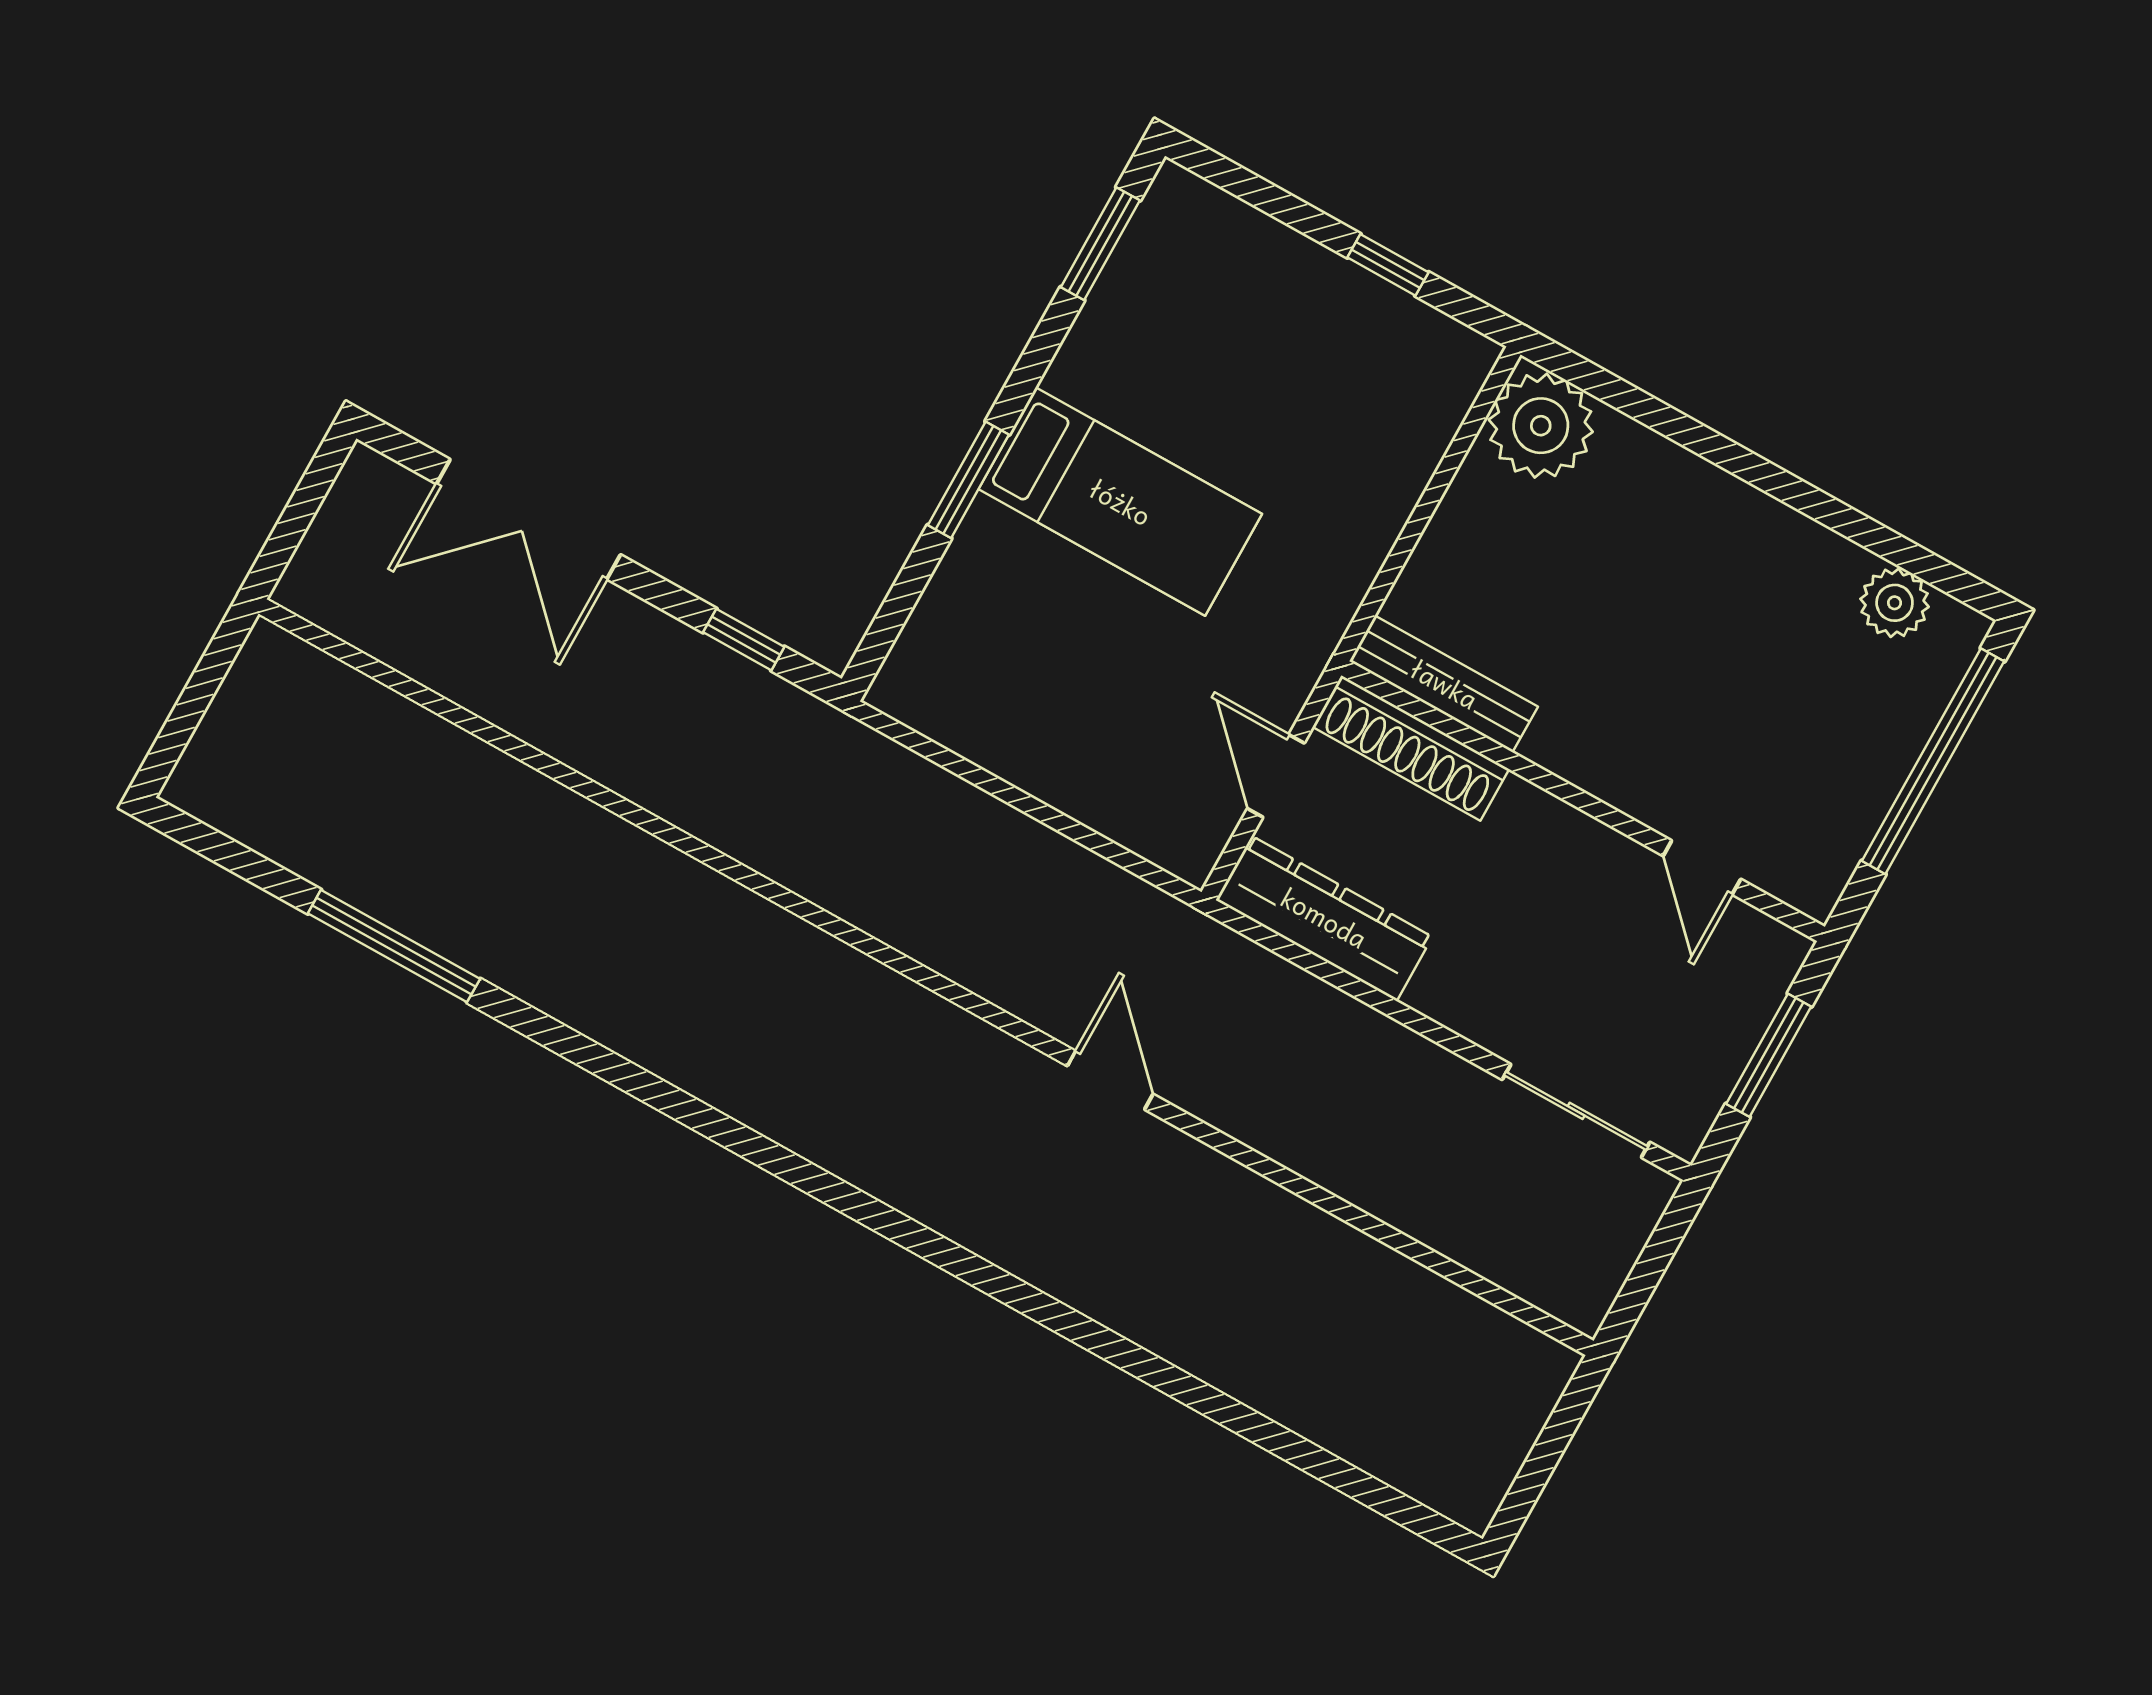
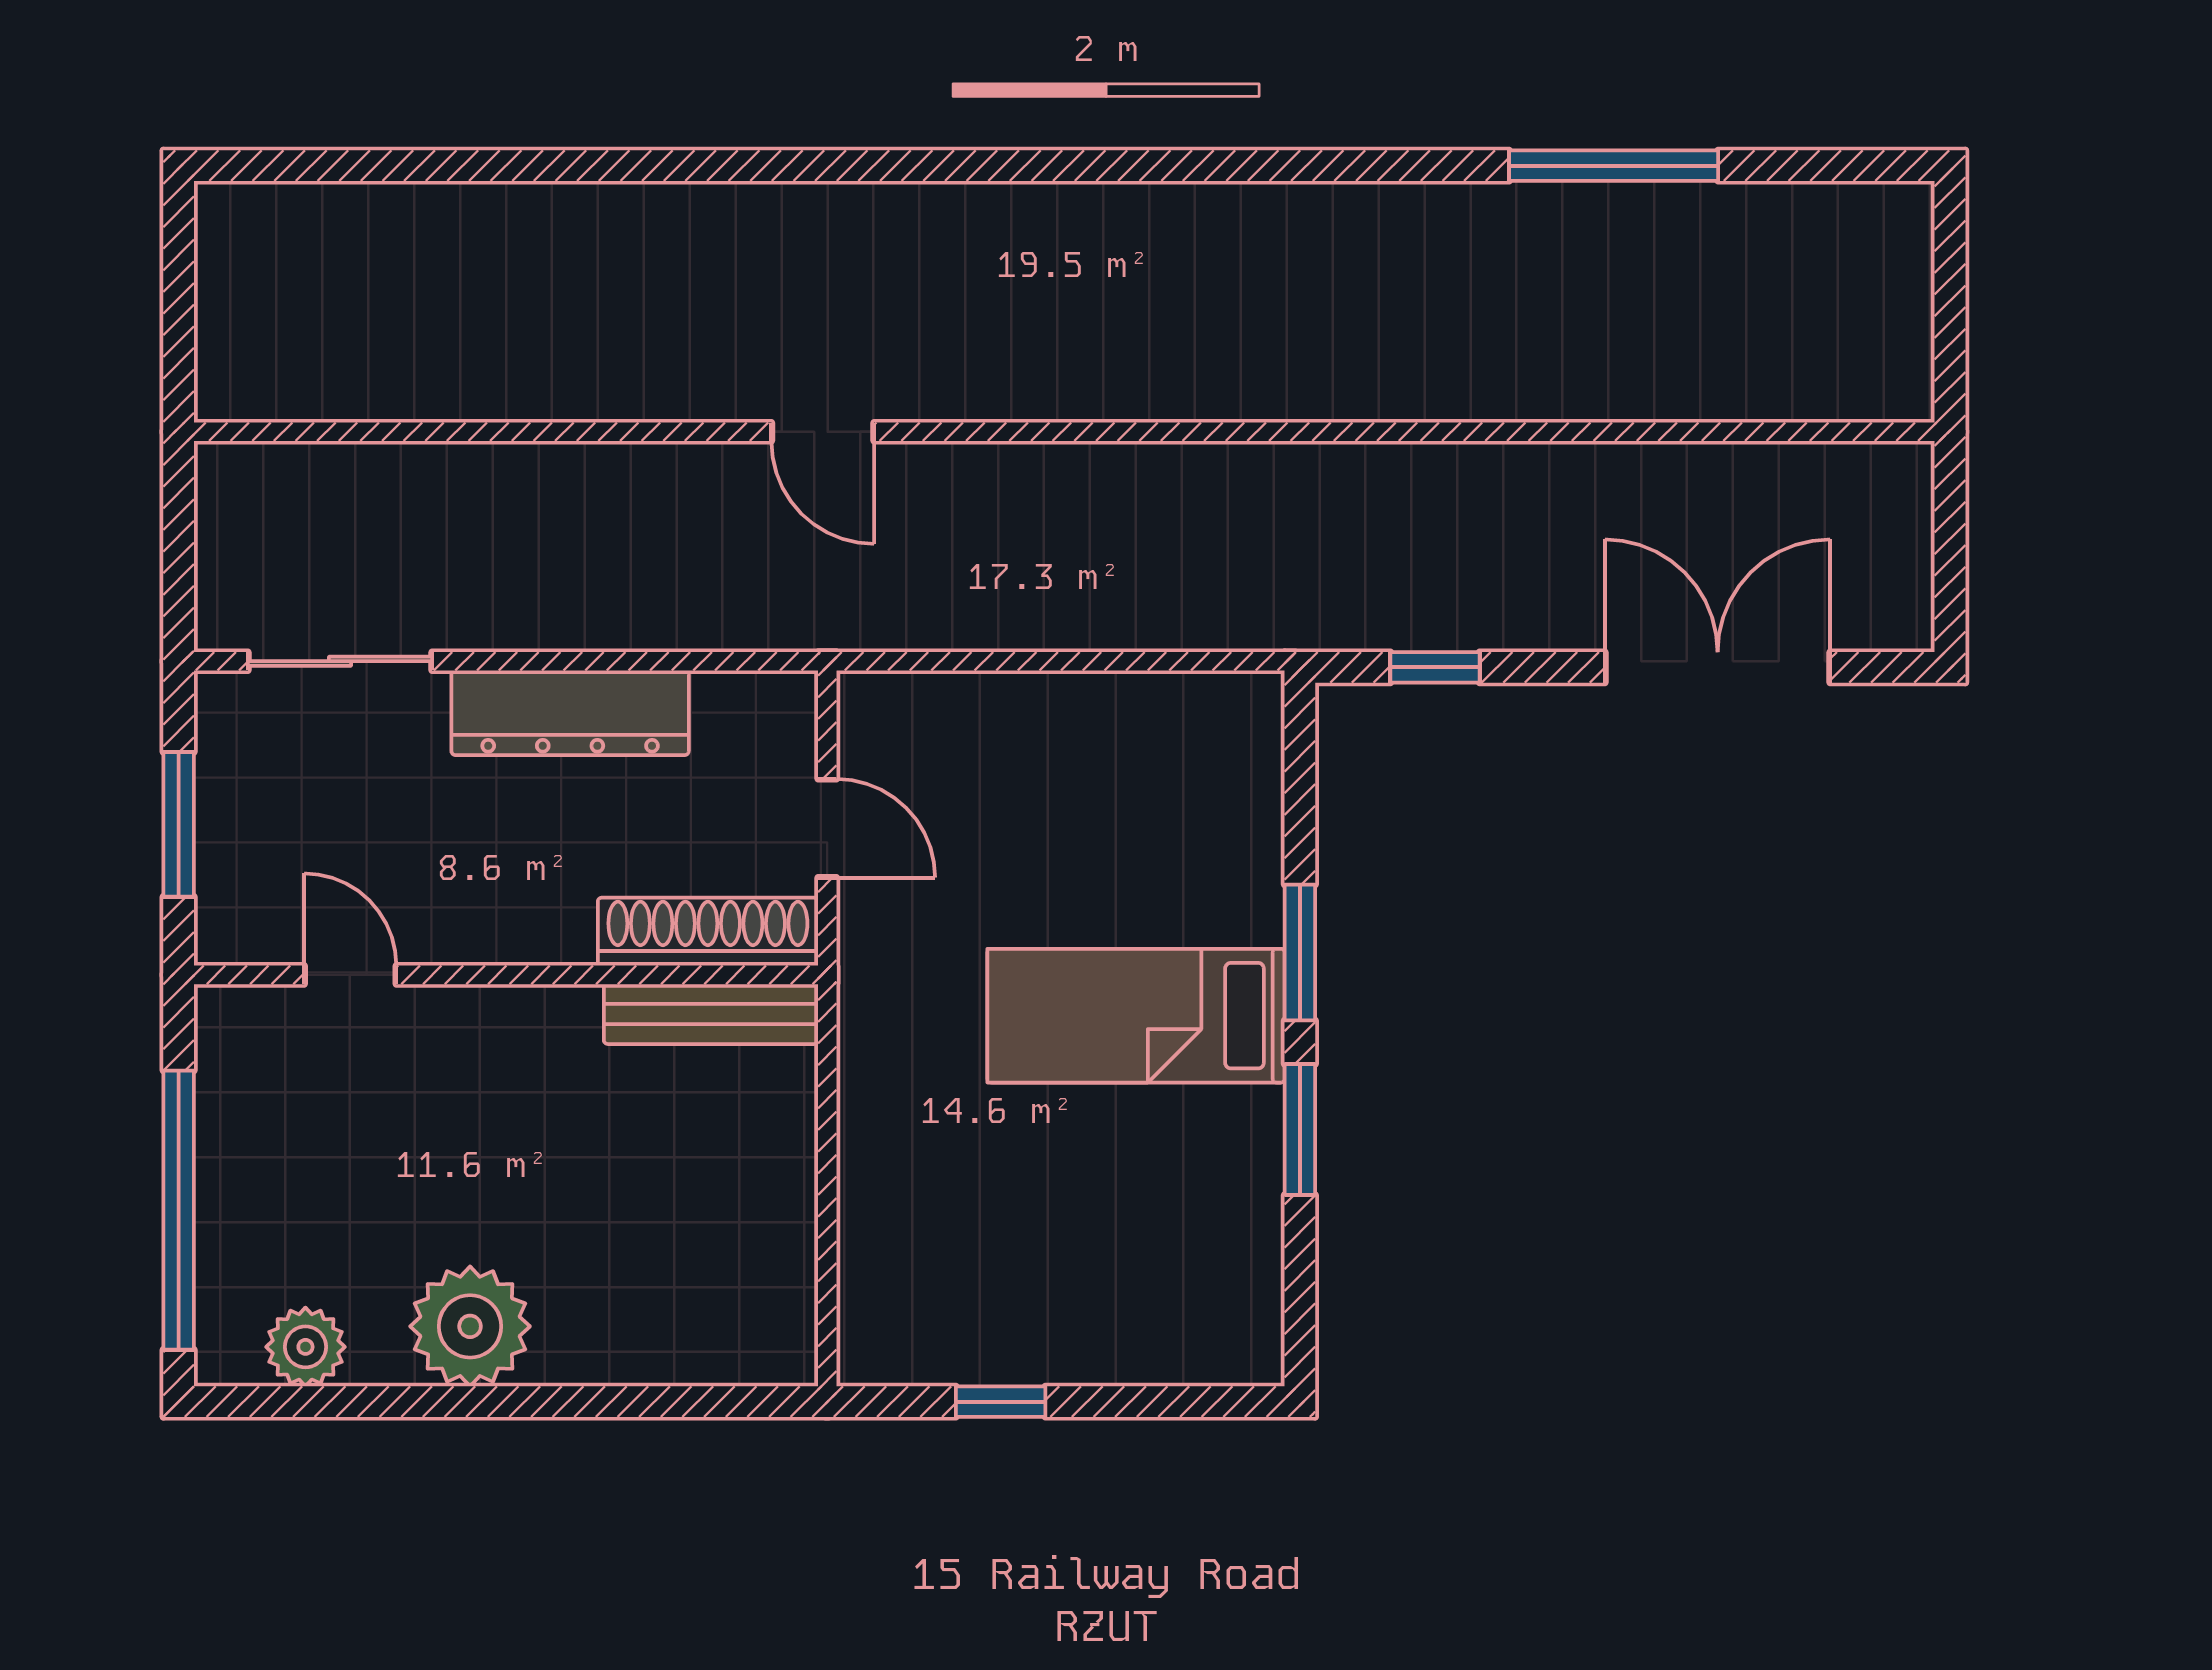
window: (1100, 244) -> (1300, 1129), moved
plant: (1541, 426) -> (470, 1326), moved
dresser: (1324, 918) -> (570, 713), moved

